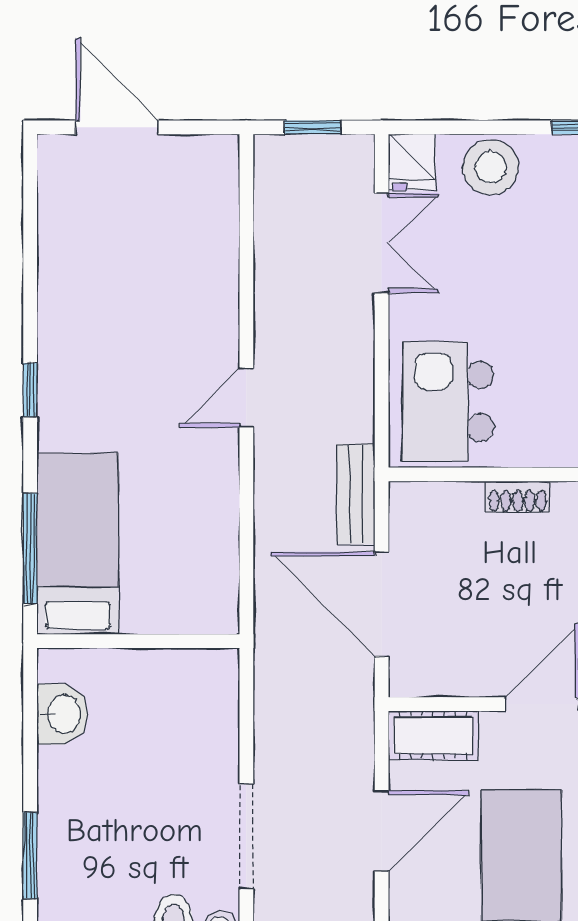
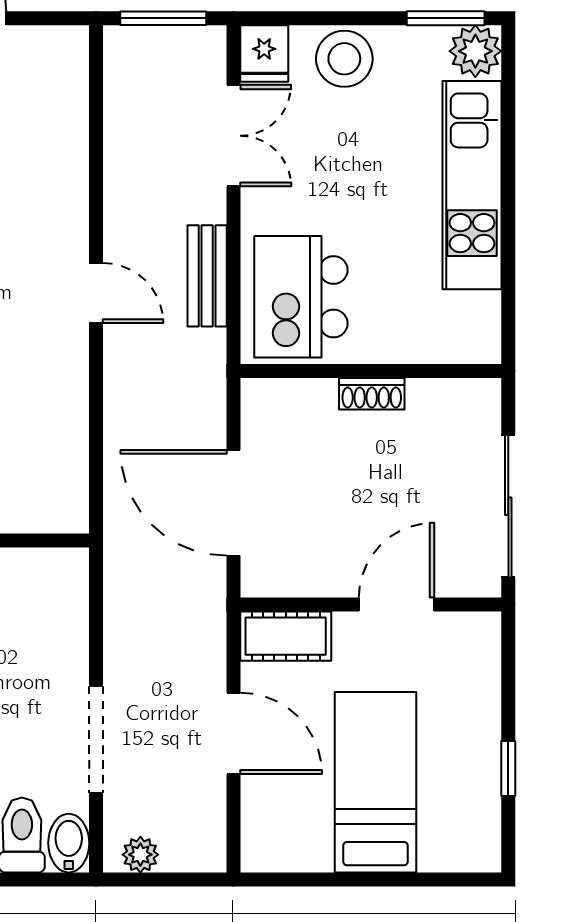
window: (313, 127) -> (163, 18), width x1.50
door: (246, 398) -> (96, 293), swing flipped
bench: (356, 494) -> (207, 276), moved
door: (382, 831) -> (233, 733), hinge flipped

